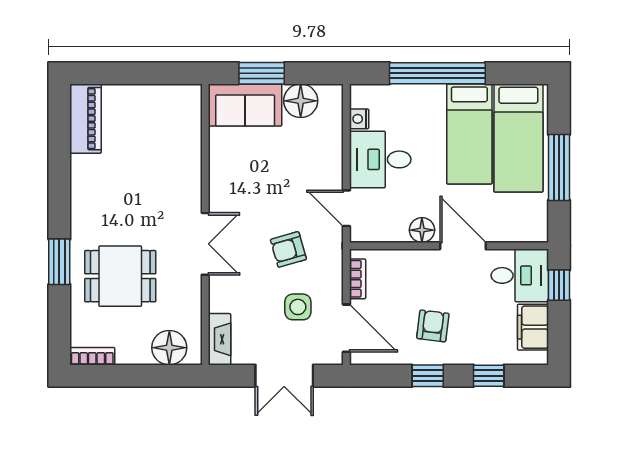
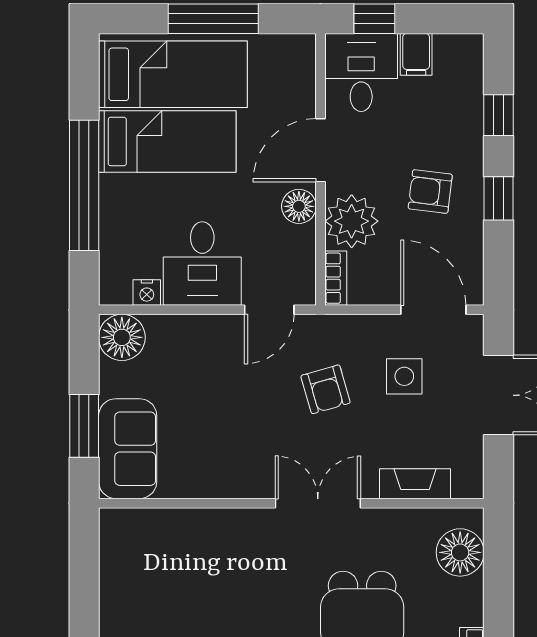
floor lamp: (301, 101) -> (122, 337), moved
plant: (411, 268) -> (352, 221), added
bookcase: (358, 279) -> (336, 278), moved, turned 90
filing cabinet: (533, 327) -> (416, 54), width x0.50
door: (346, 328) -> (433, 310), hinge flipped
fireplace: (219, 339) -> (415, 484), moved

